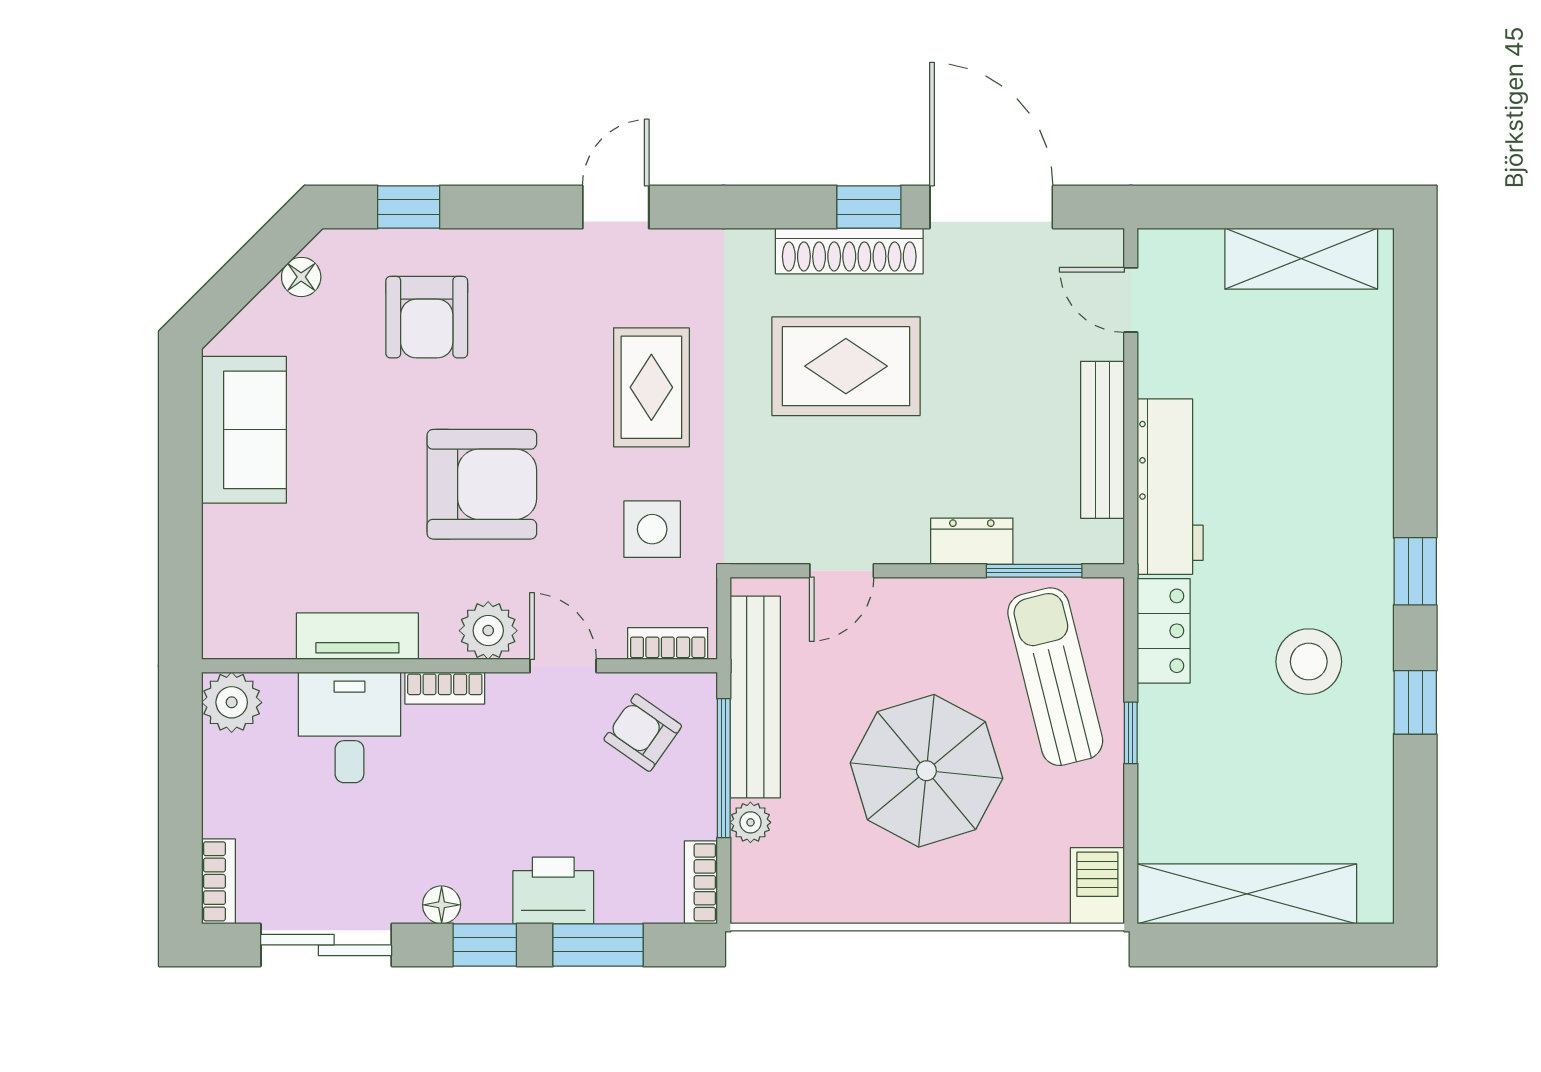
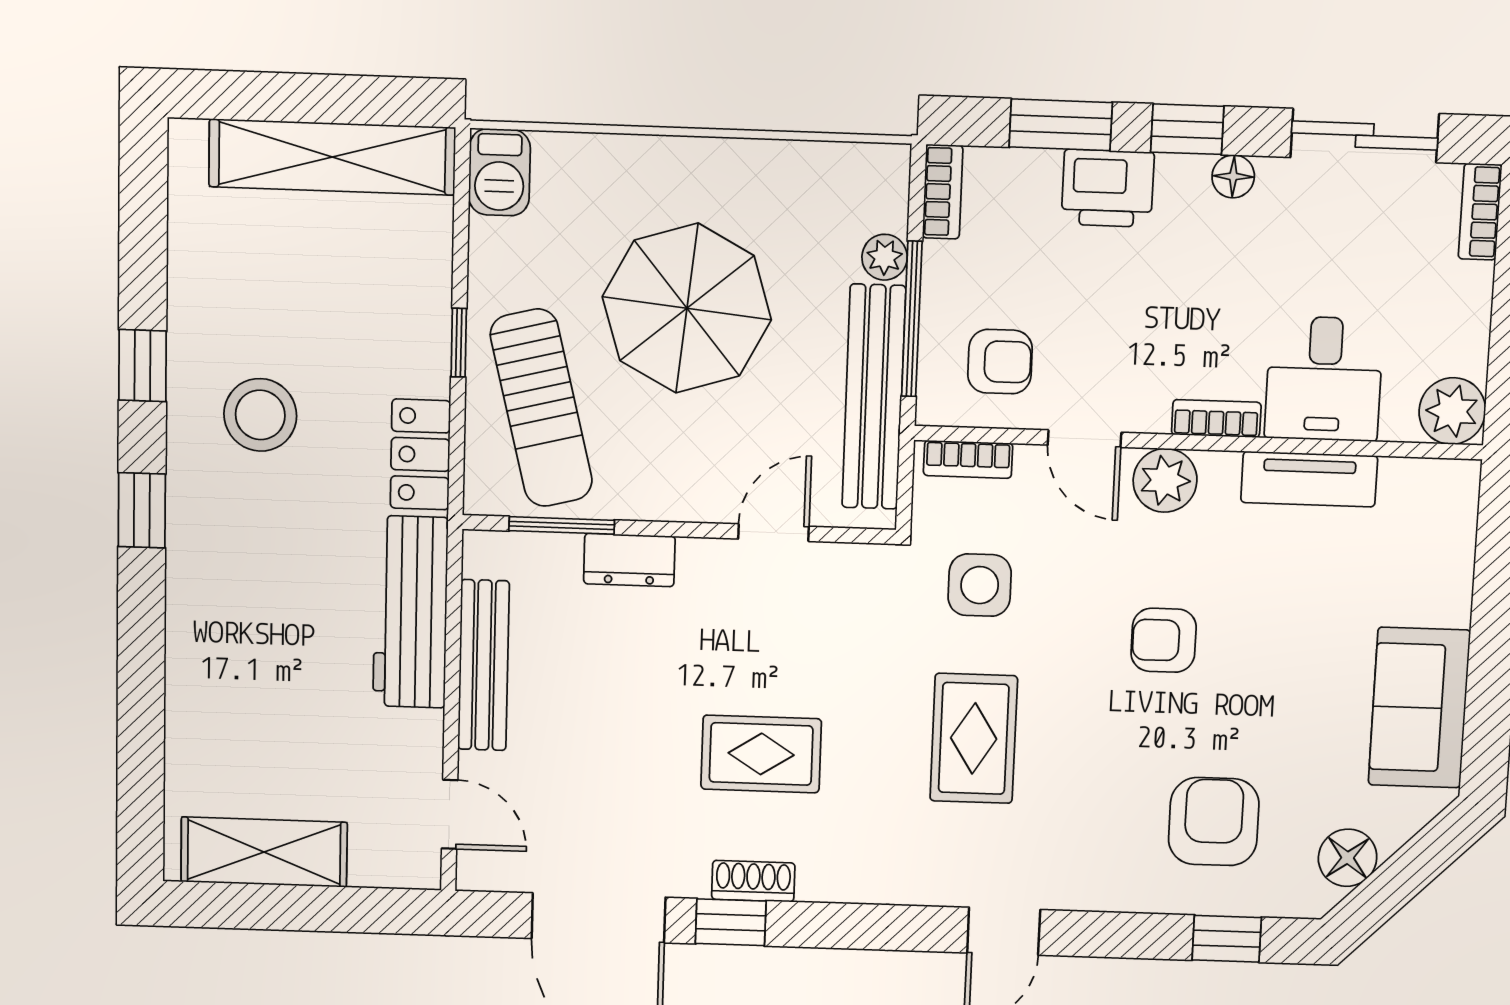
shoe rack: (849, 251) -> (753, 881), width x0.51, depth x0.81
floor lamp: (301, 277) -> (1348, 858), width x1.37, depth x1.37
rug: (846, 366) -> (761, 754), width x0.73, depth x0.70
armchair: (482, 484) -> (1164, 640), width x0.53, depth x0.53
armchair: (643, 733) -> (1000, 362), turned -35

